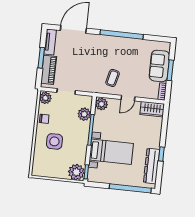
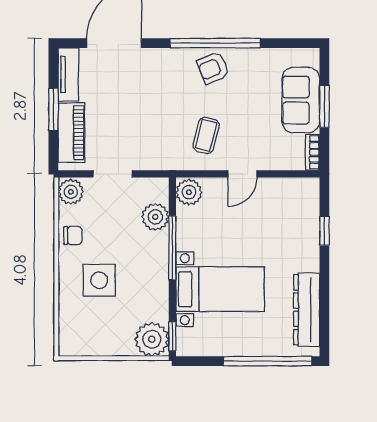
armchair: (119, 46) -> (213, 68), added
wardrobe: (152, 109) -> (295, 191), removed
window: (161, 154) -> (324, 231), moved

